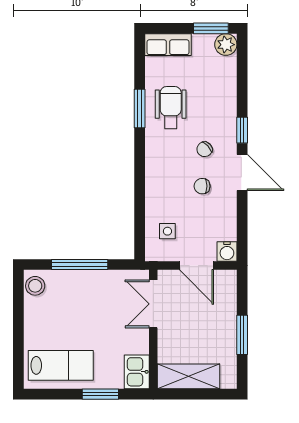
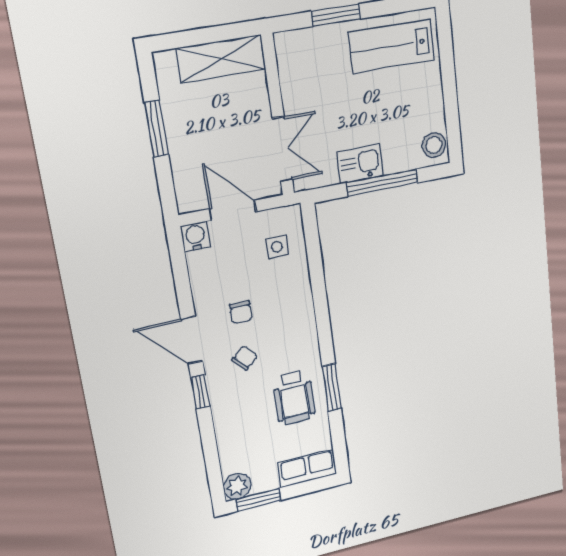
chair: (202, 186) -> (241, 312), turned 90
kitchen sink: (137, 372) -> (360, 164), moved, turned -90

